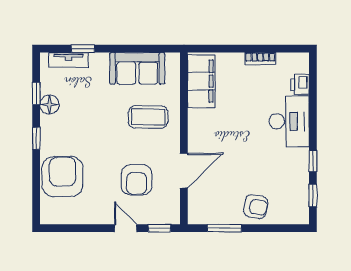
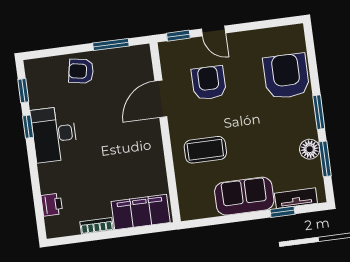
sofa: (137, 68) -> (244, 196), moved
filing cabinet: (201, 81) -> (141, 212), moved, turned 90
window: (36, 93) -> (325, 159), width x1.50
desk: (289, 121) -> (54, 134), moved
window: (36, 138) -> (319, 112), width x1.50
armchair: (62, 176) -> (286, 76), turned 180

